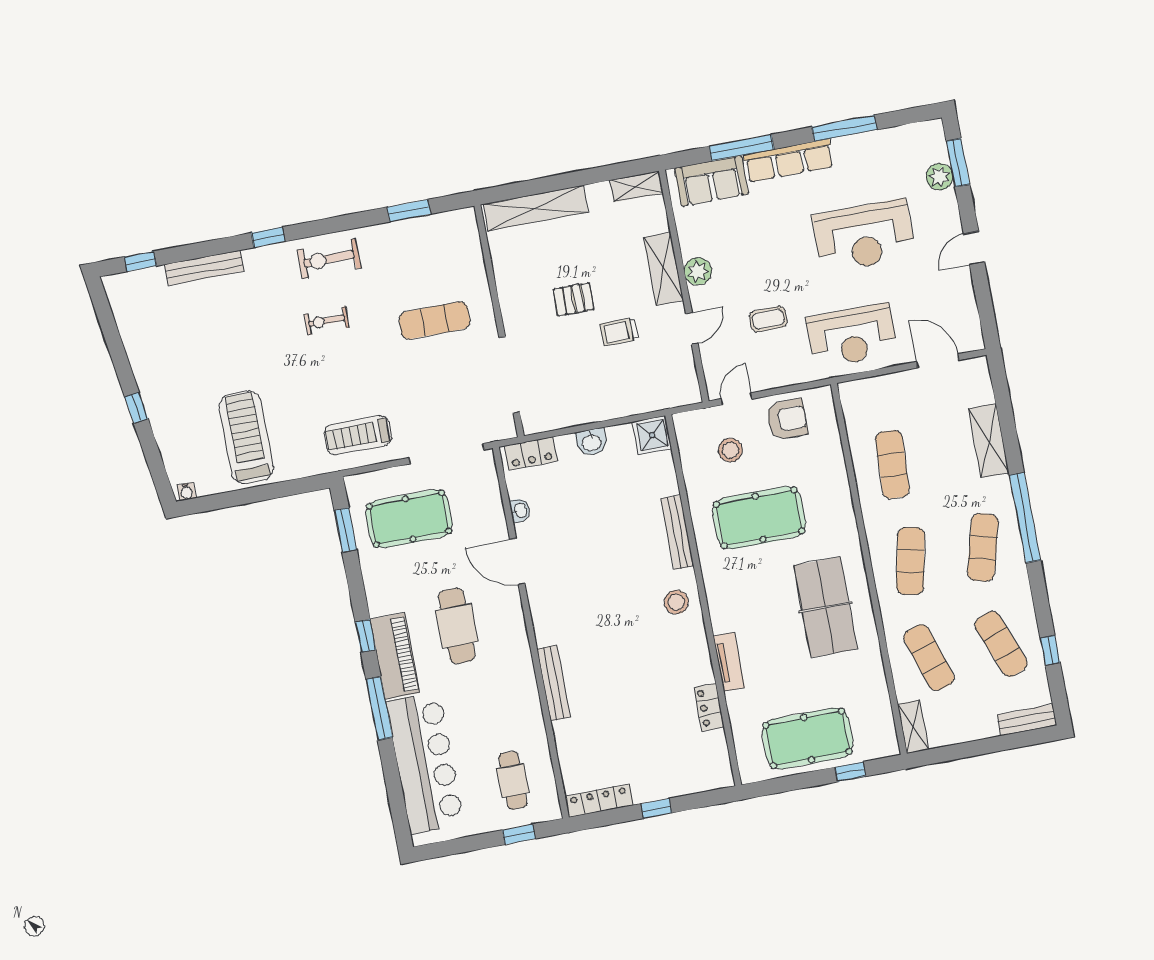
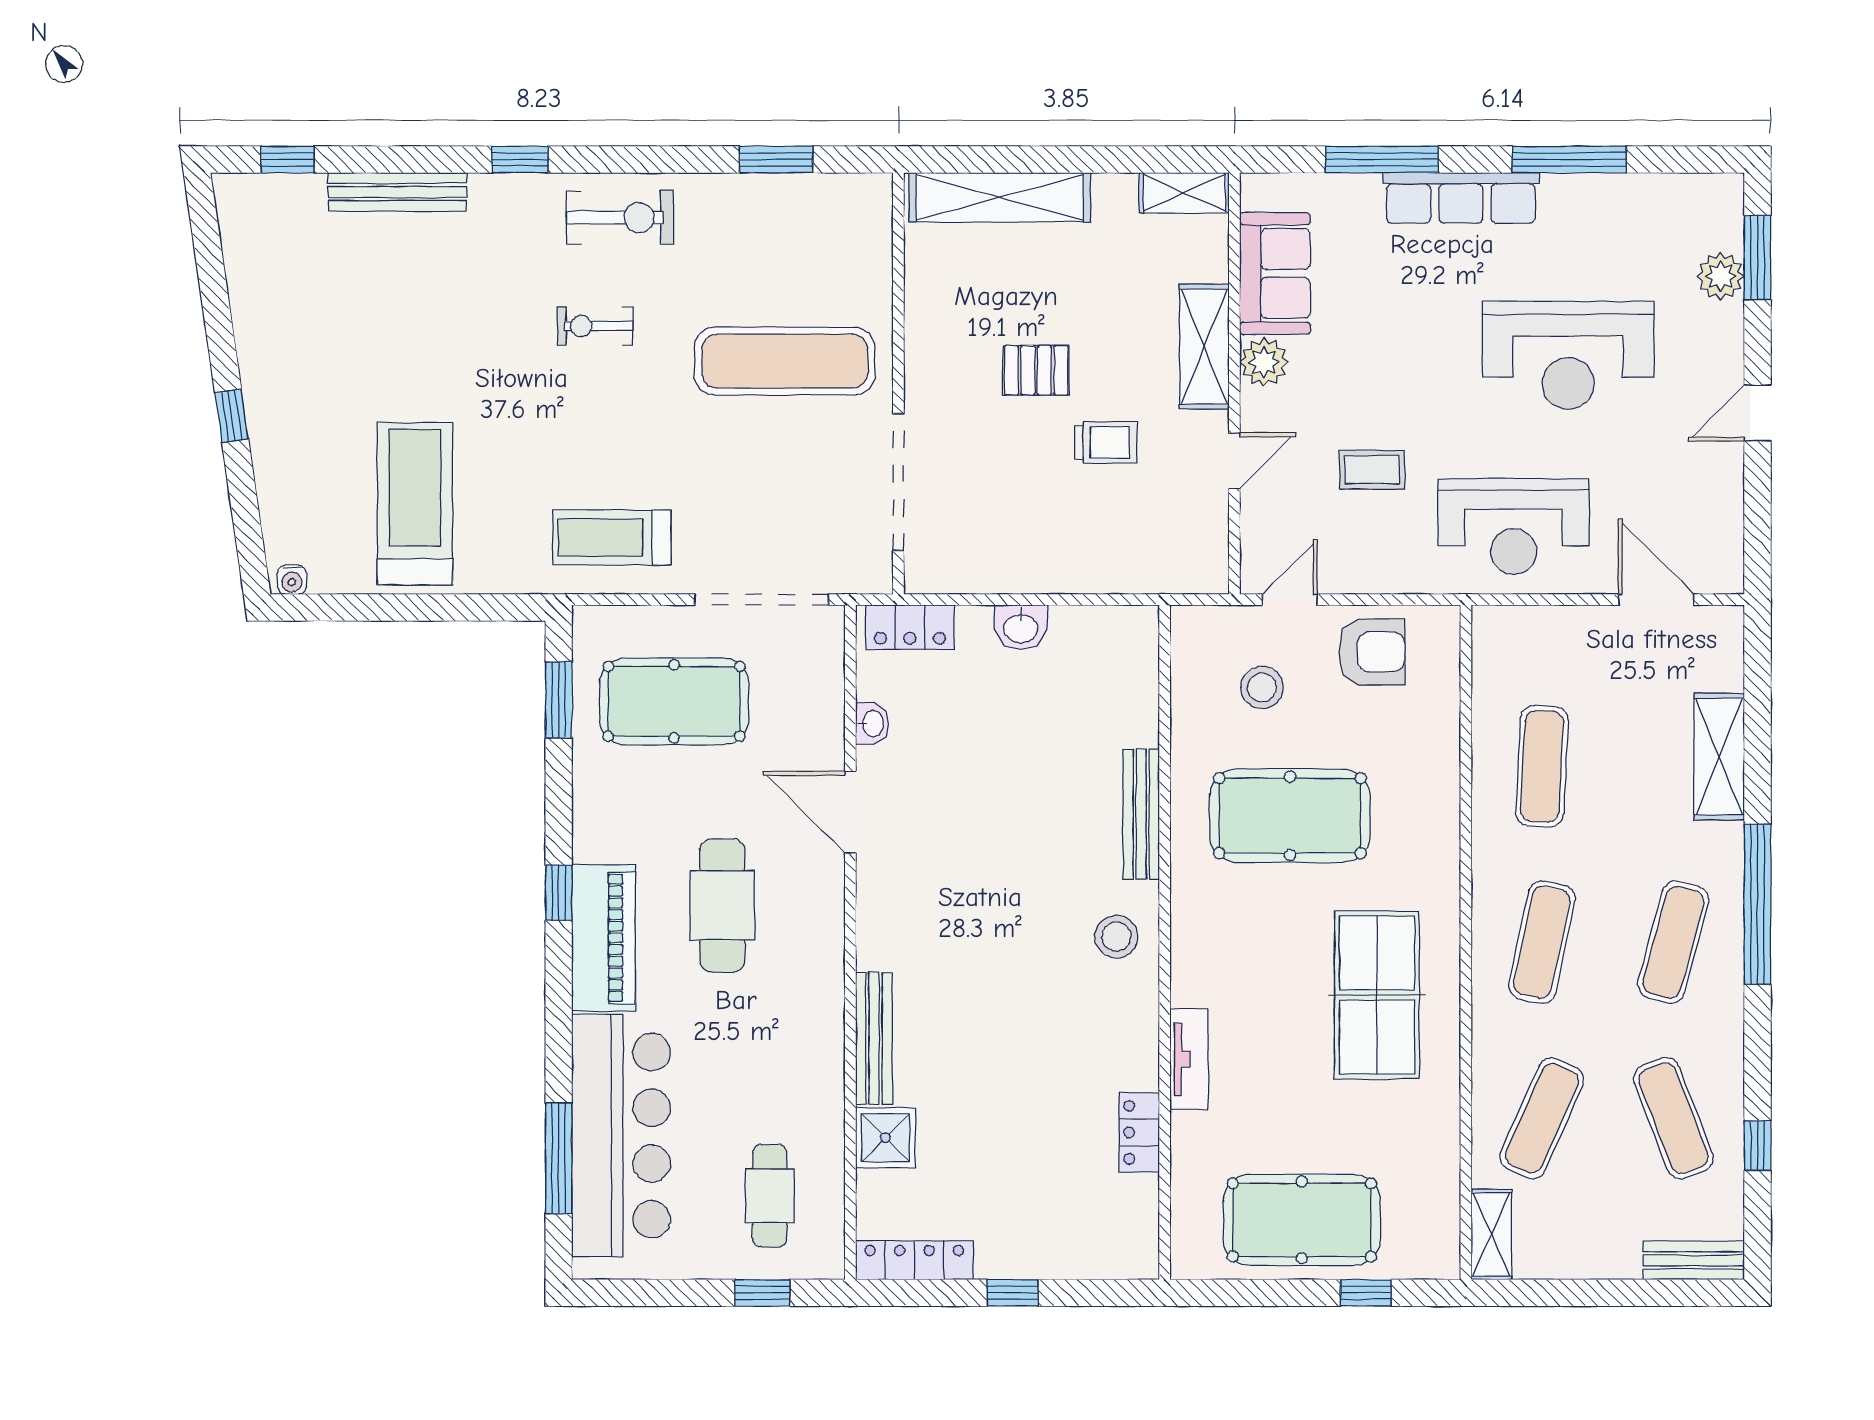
sofa: (711, 181) -> (1275, 273), moved, turned -90
exercise bike: (329, 259) -> (620, 218), turned 180
exercise mat: (434, 320) -> (785, 361), width x1.36, depth x1.45
trolley: (619, 332) -> (1105, 442), turned 180
shower: (652, 435) -> (885, 1138), moved
exercise mat: (929, 658) -> (1542, 1118), turned 42
window: (379, 708) -> (559, 1158), moved

